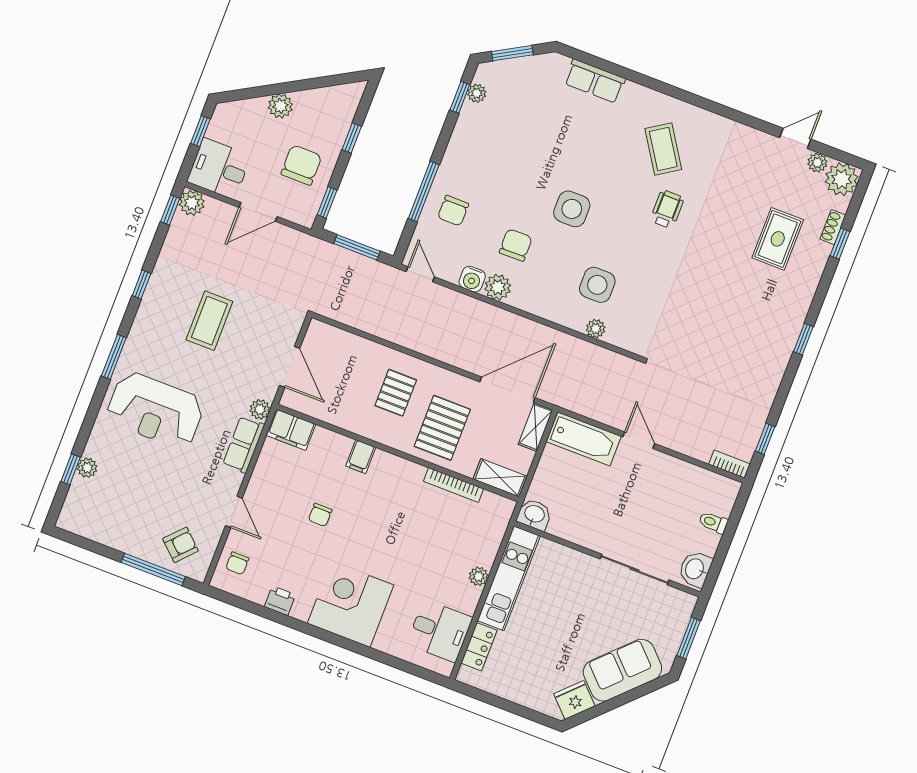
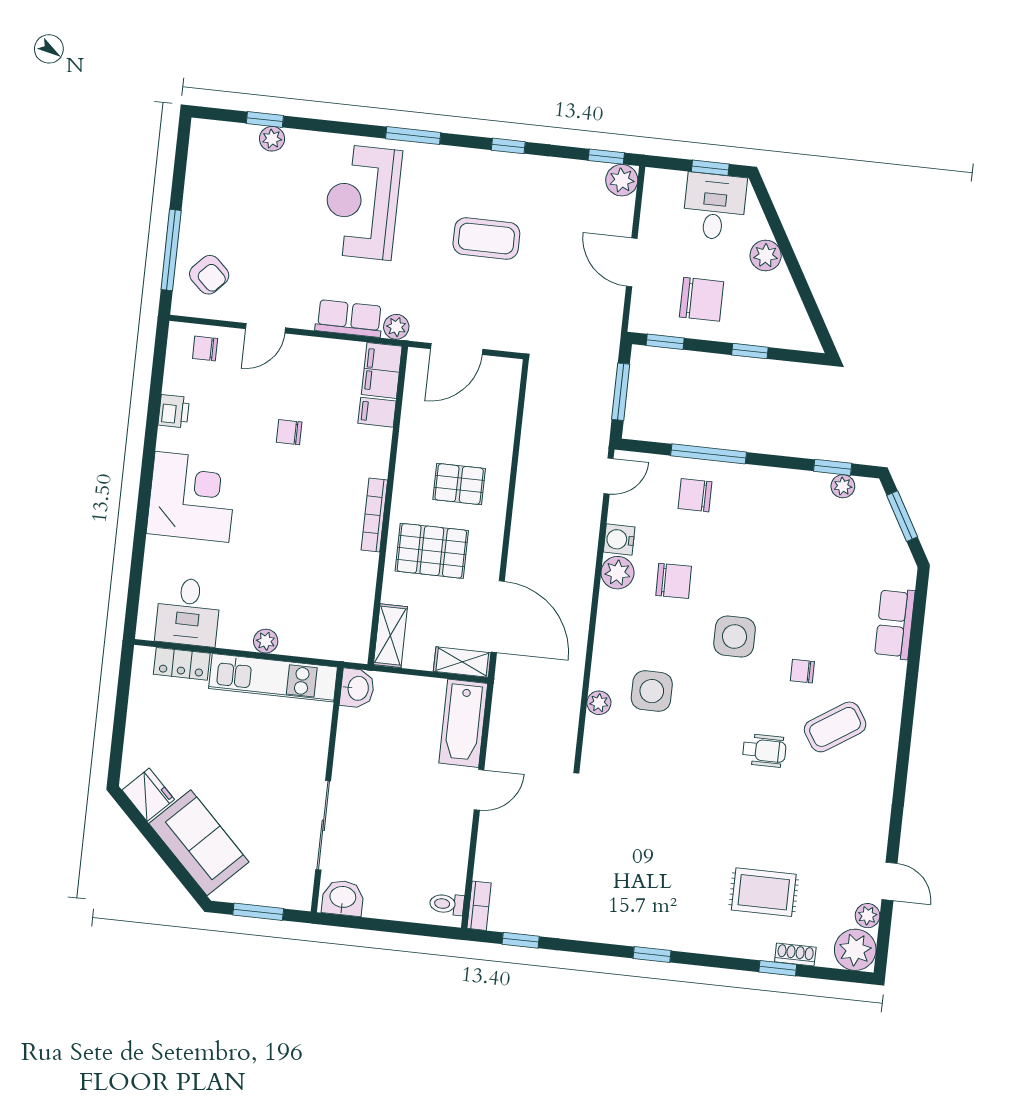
chair: (613, 163) -> (802, 671), added
desk: (219, 169) -> (714, 207), moved
filing cabinet: (361, 457) -> (377, 412), moved
bookcase: (454, 485) -> (374, 515), moved
toilet: (713, 522) -> (447, 904), moved, turned -90

